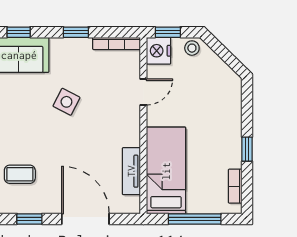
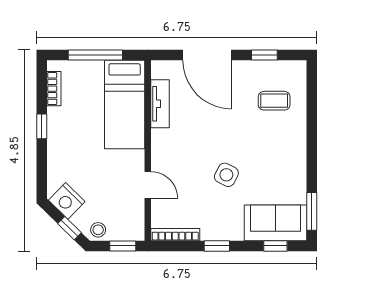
window: (220, 50) -> (69, 228), added
nightstand: (159, 51) -> (67, 201), moved, turned 134
door: (143, 92) -> (148, 185), swing flipped

